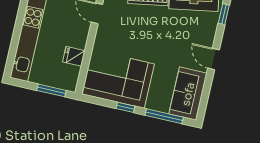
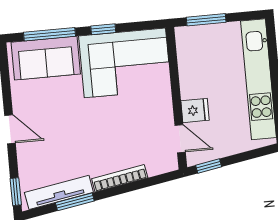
fridge: (74, 56) -> (195, 111), moved
sofa: (188, 94) -> (46, 58), moved, turned 90

